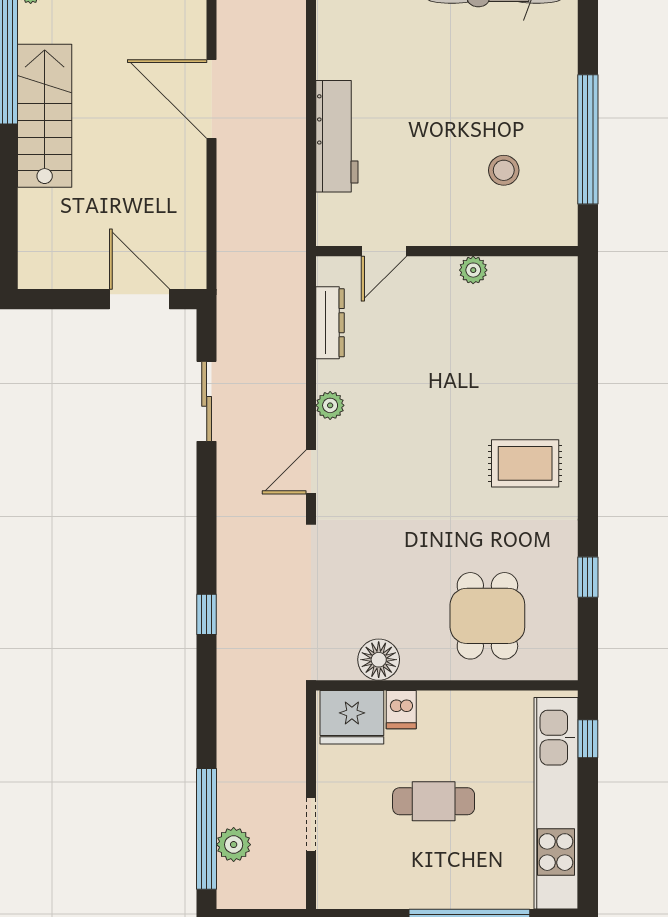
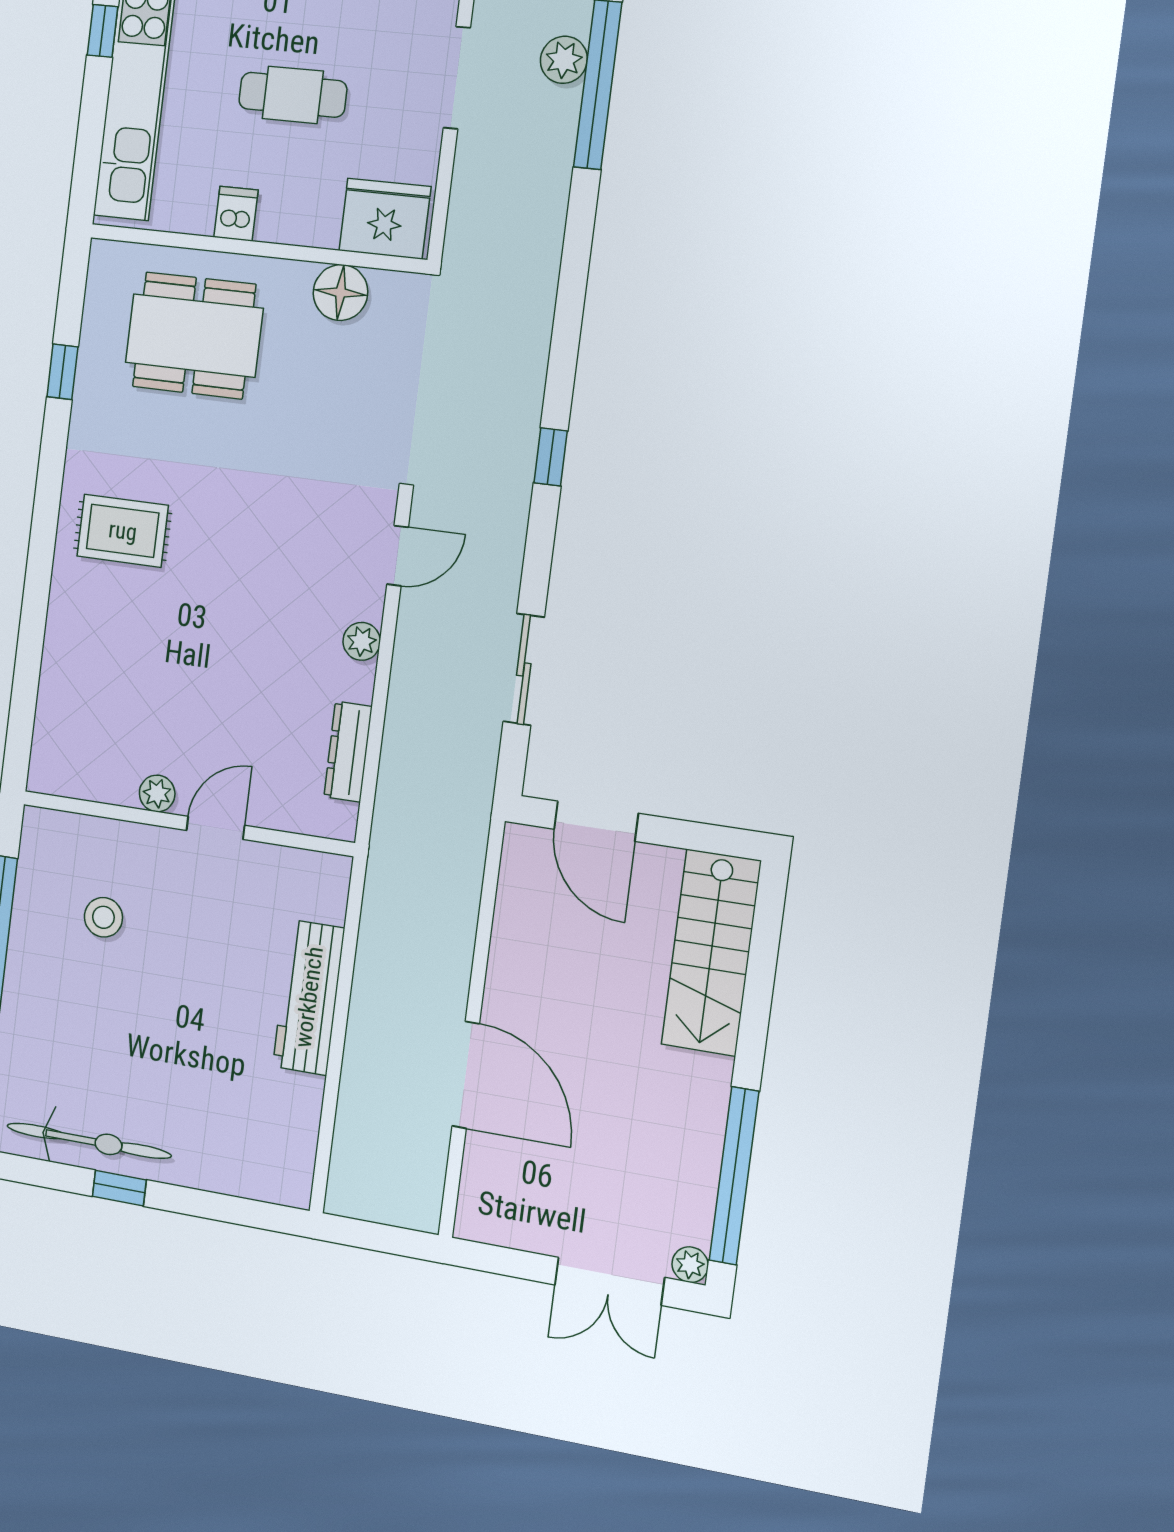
stairs: (45, 116) -> (711, 953), moved
door: (384, 251) -> (216, 828), moved
window: (207, 614) -> (551, 457), moved
dining table: (487, 616) -> (194, 335), width x1.38
dishwasher: (401, 710) -> (236, 214), moved
window: (588, 739) -> (103, 31), moved
doorway: (311, 825) -> (457, 78), width x1.38

